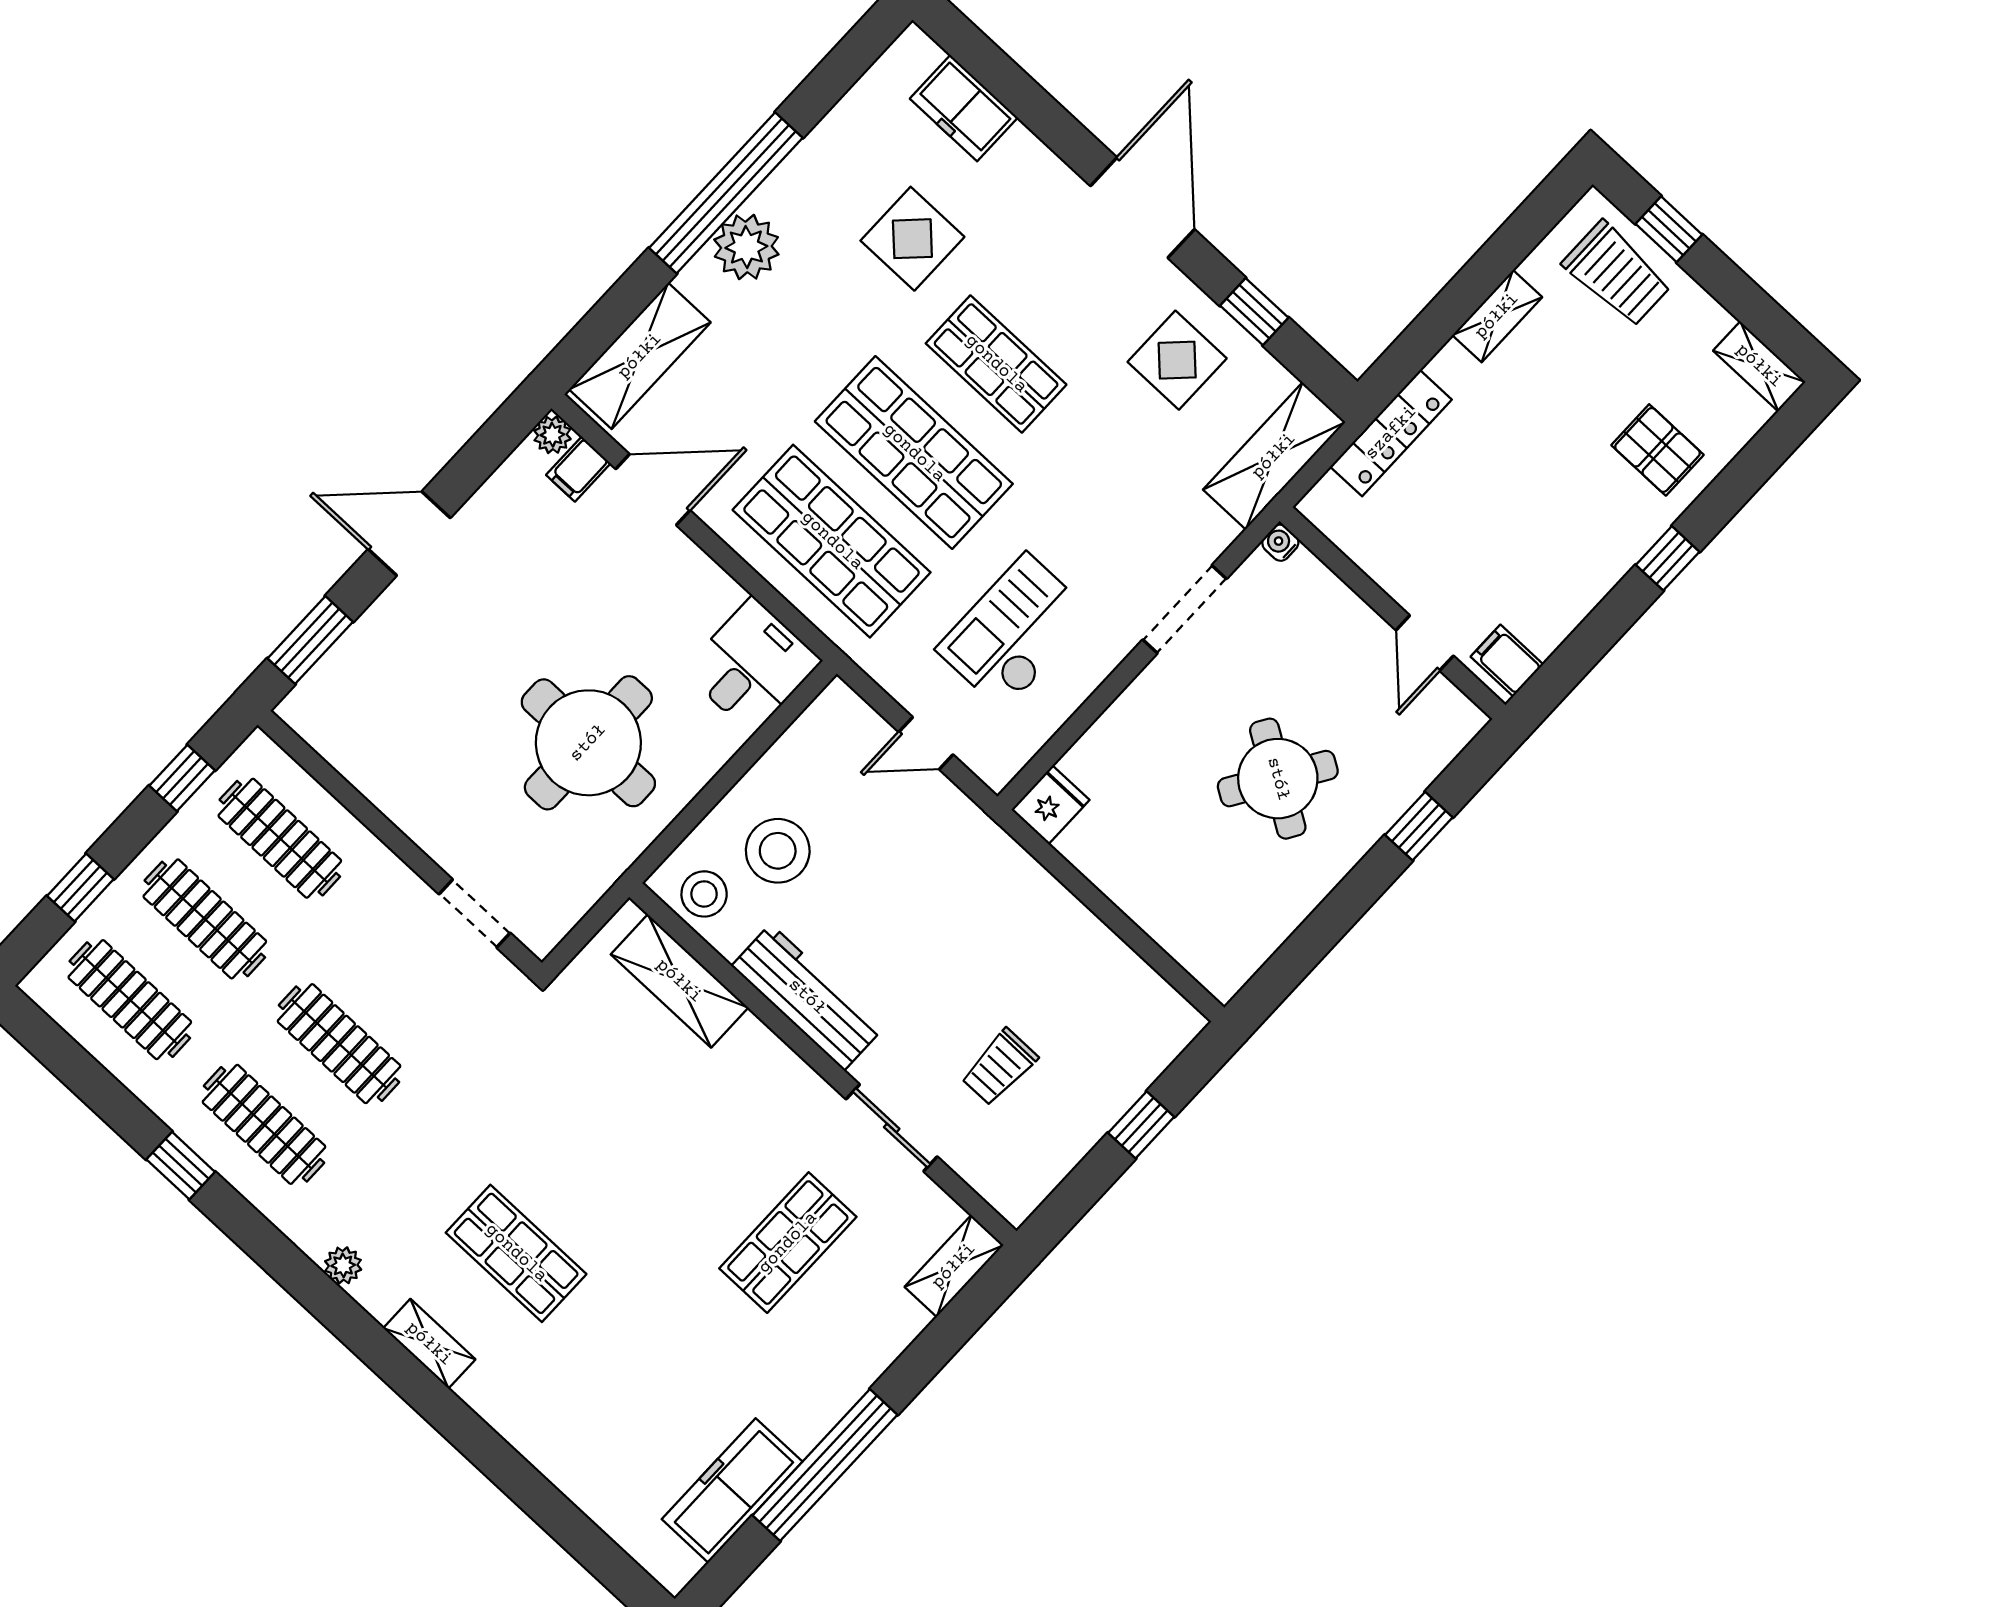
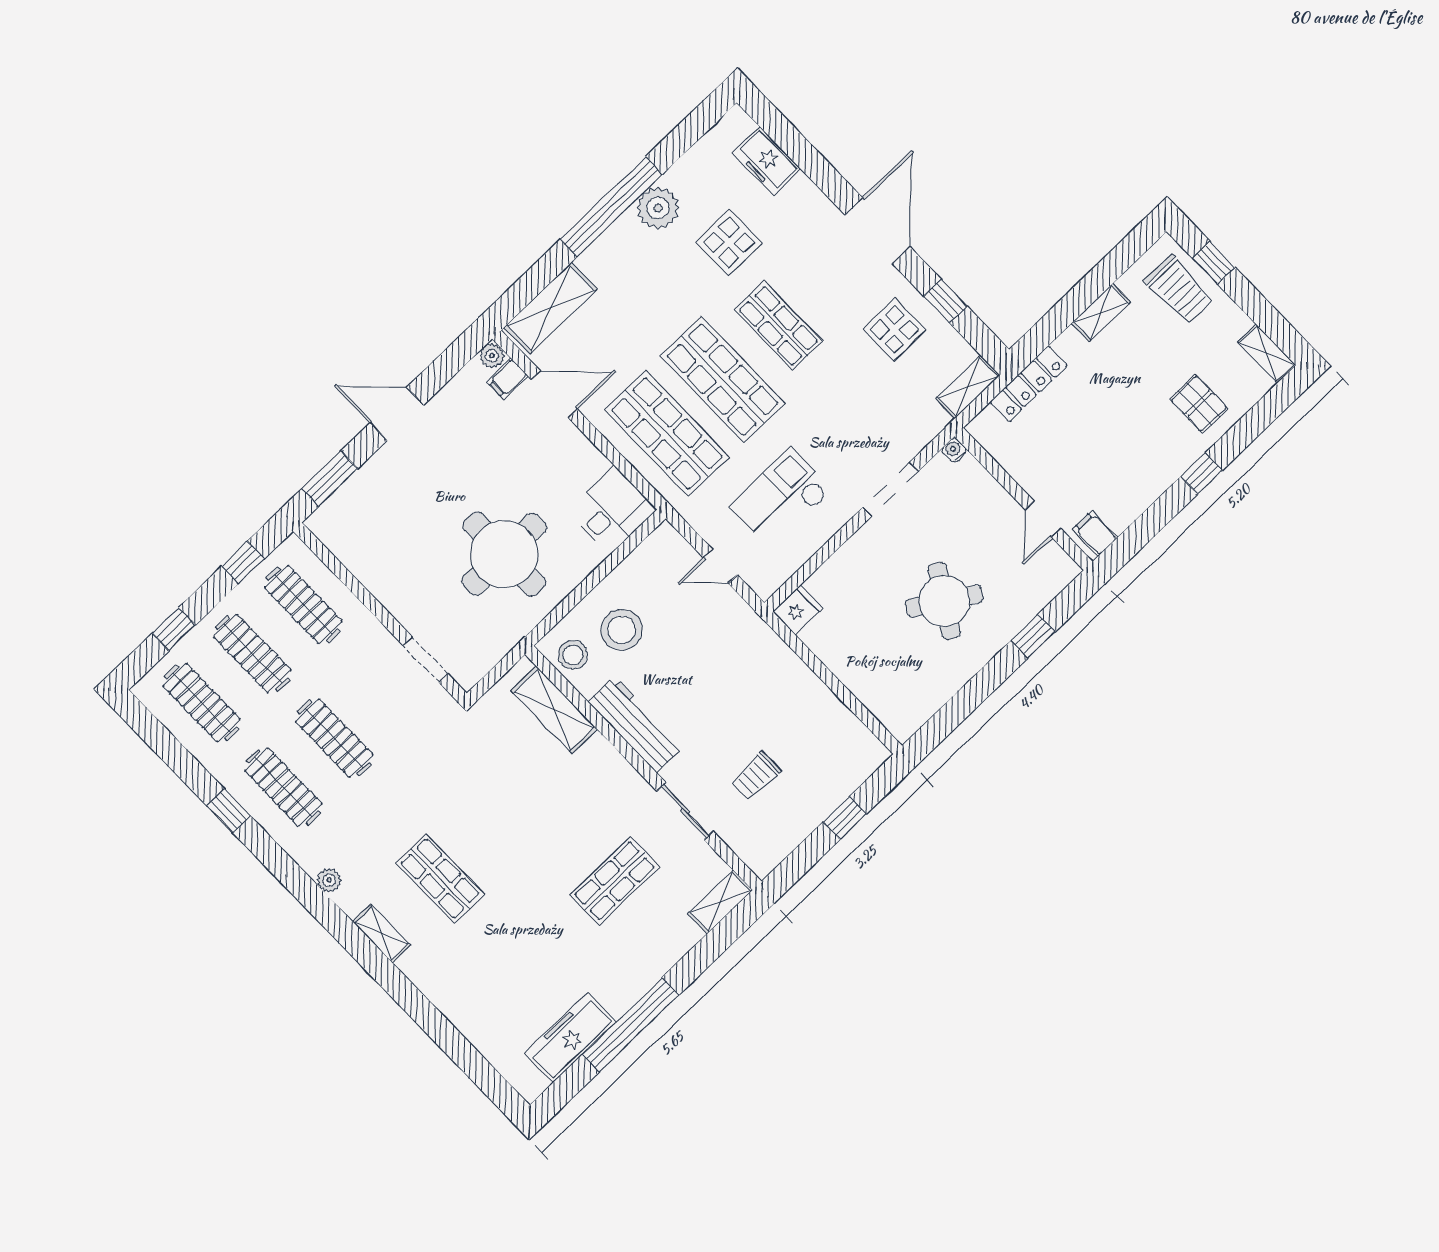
plant: (746, 247) -> (658, 208), moved
shelving: (1274, 456) -> (968, 387), width x0.67, depth x0.75

